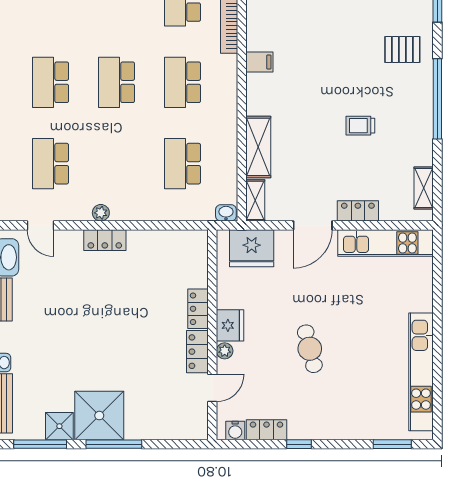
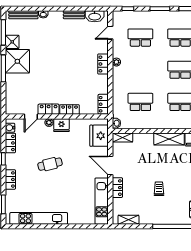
shelving: (258, 147) -> (169, 139), moved
locker: (187, 240) -> (103, 104), added
door: (212, 388) -> (31, 116), hinge flipped
locker: (341, 430) -> (10, 179), added

